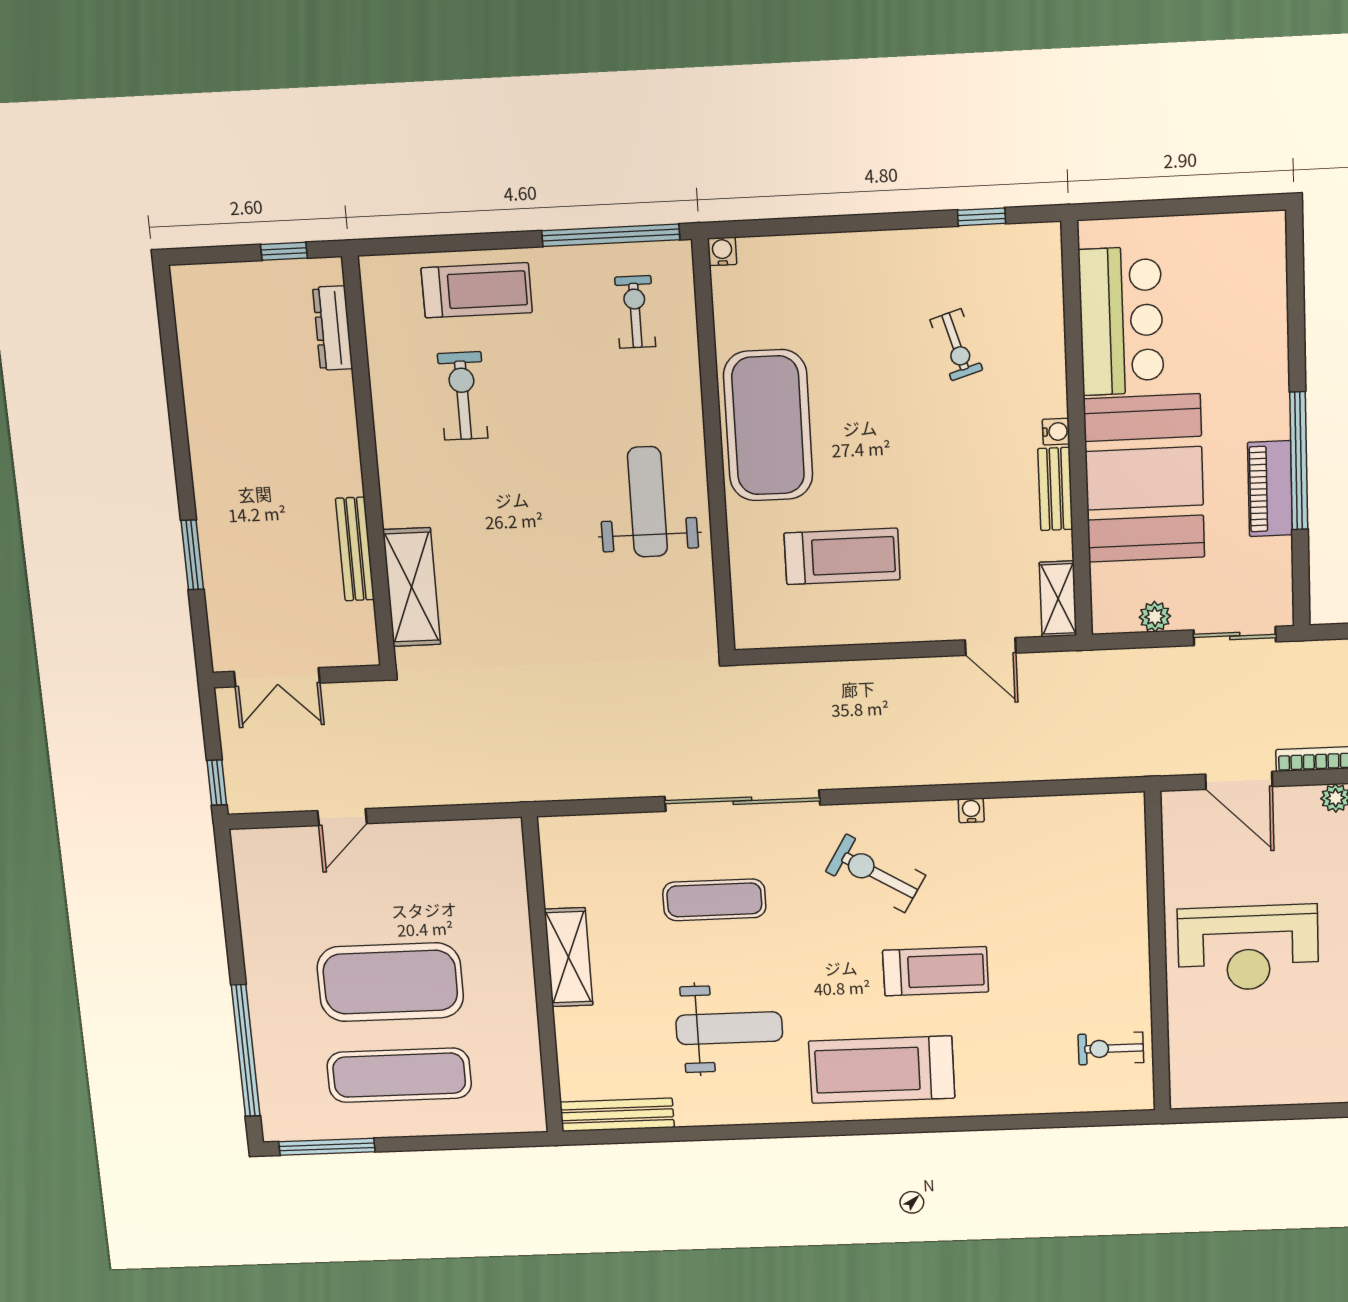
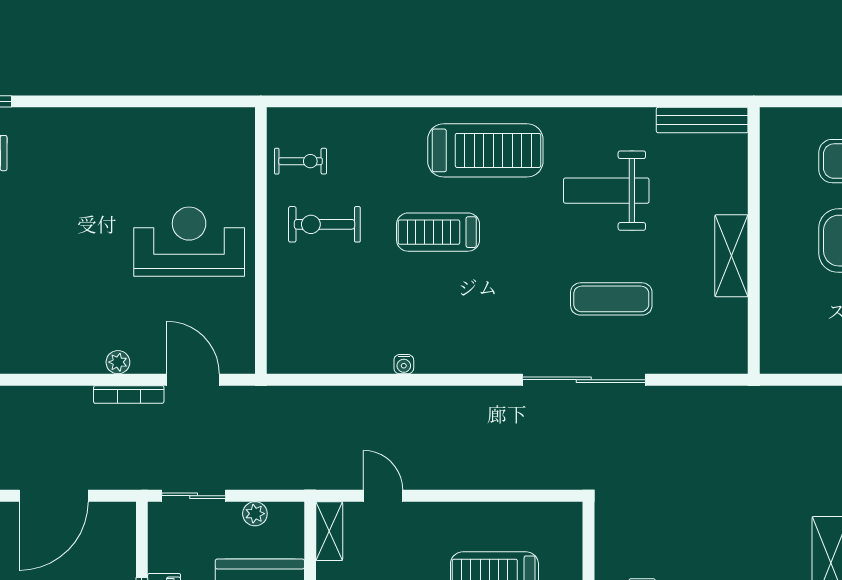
exercise bike: (876, 873) -> (324, 224), moved, turned 149

